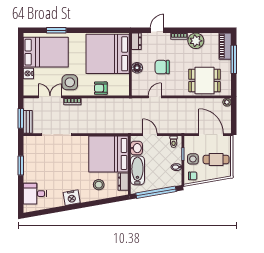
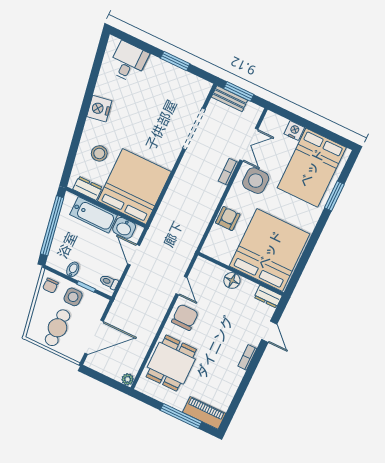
plant: (196, 41) -> (230, 377), removed
chair: (162, 67) -> (185, 317), moved
door: (150, 135) -> (134, 255), swing flipped

